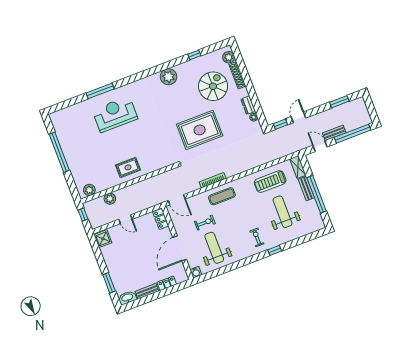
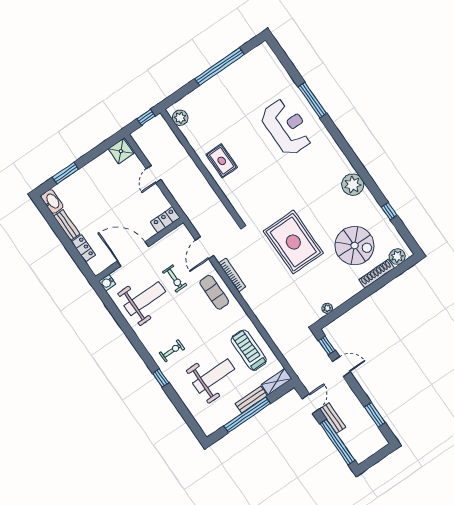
dresser: (248, 105) -> (341, 297), removed
plant: (110, 199) -> (175, 147), removed
door: (177, 200) -> (204, 248), moved

